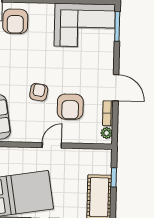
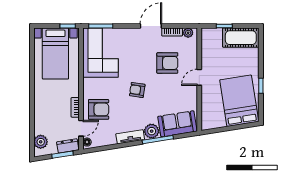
armchair: (39, 92) -> (137, 90), moved
door: (52, 145) -> (199, 77), hinge flipped

